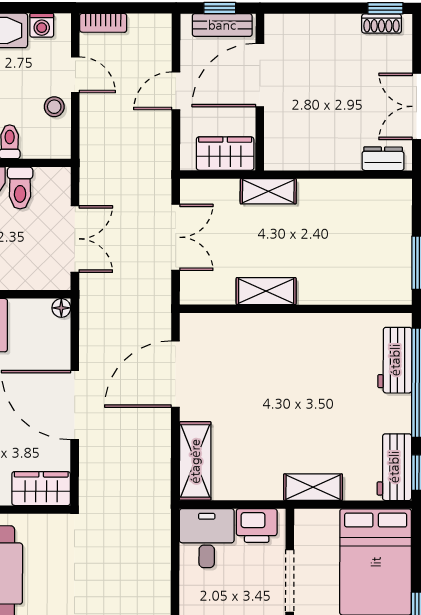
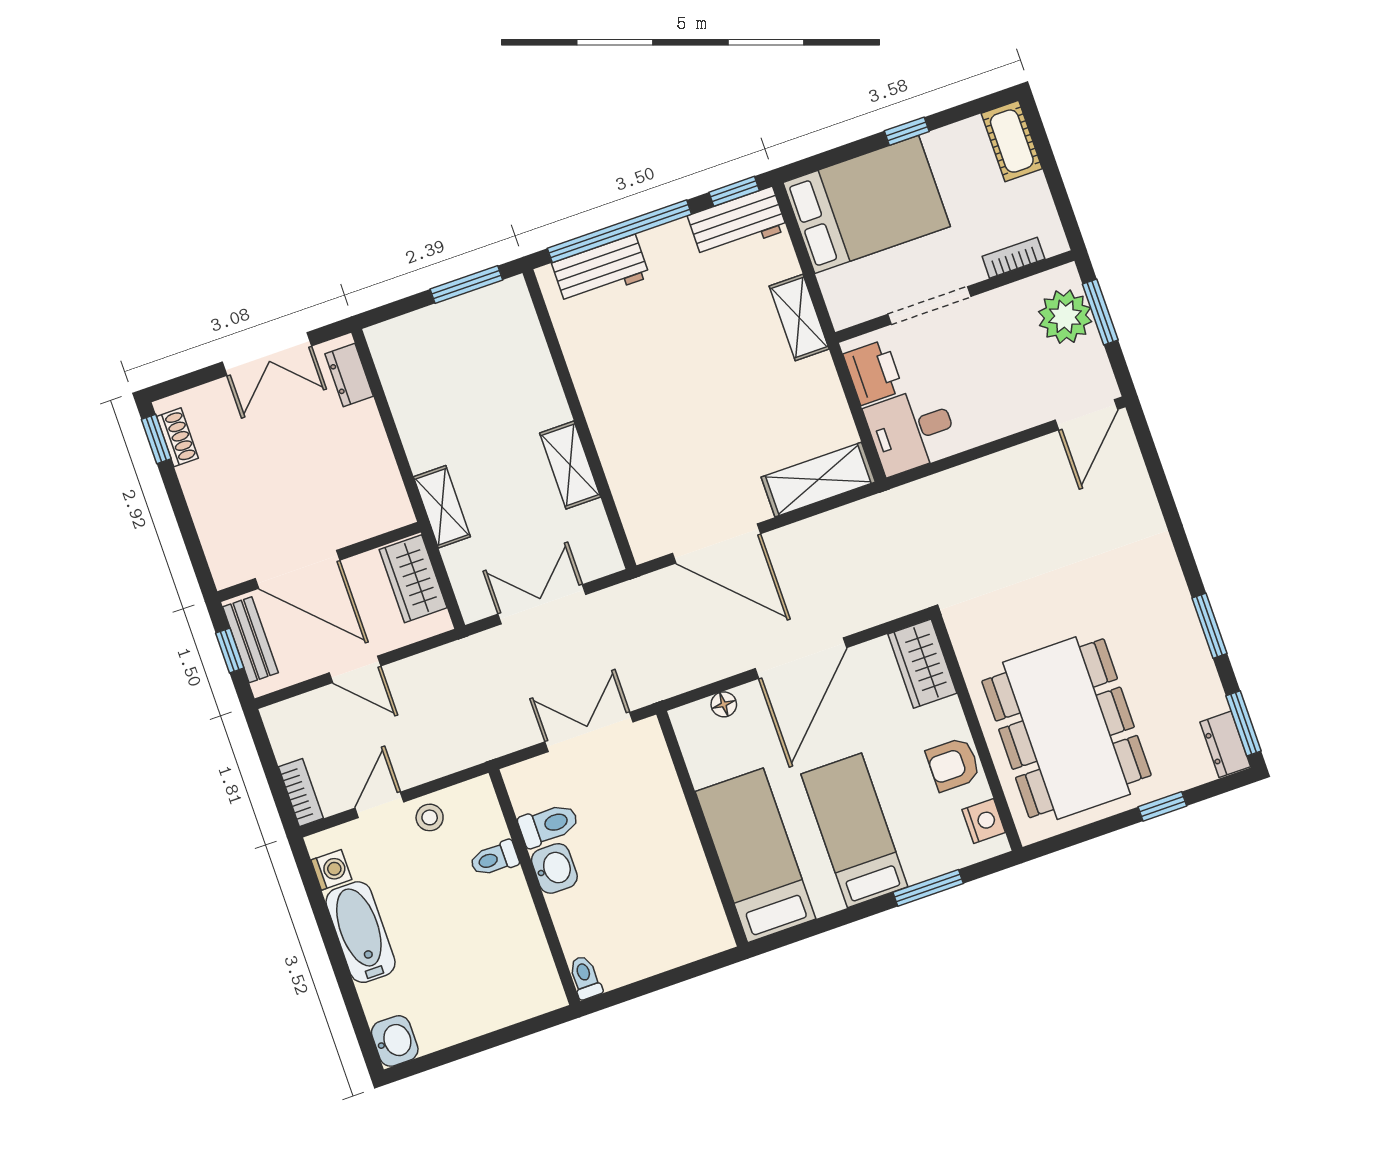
floor lamp: (61, 308) -> (724, 704), moved

